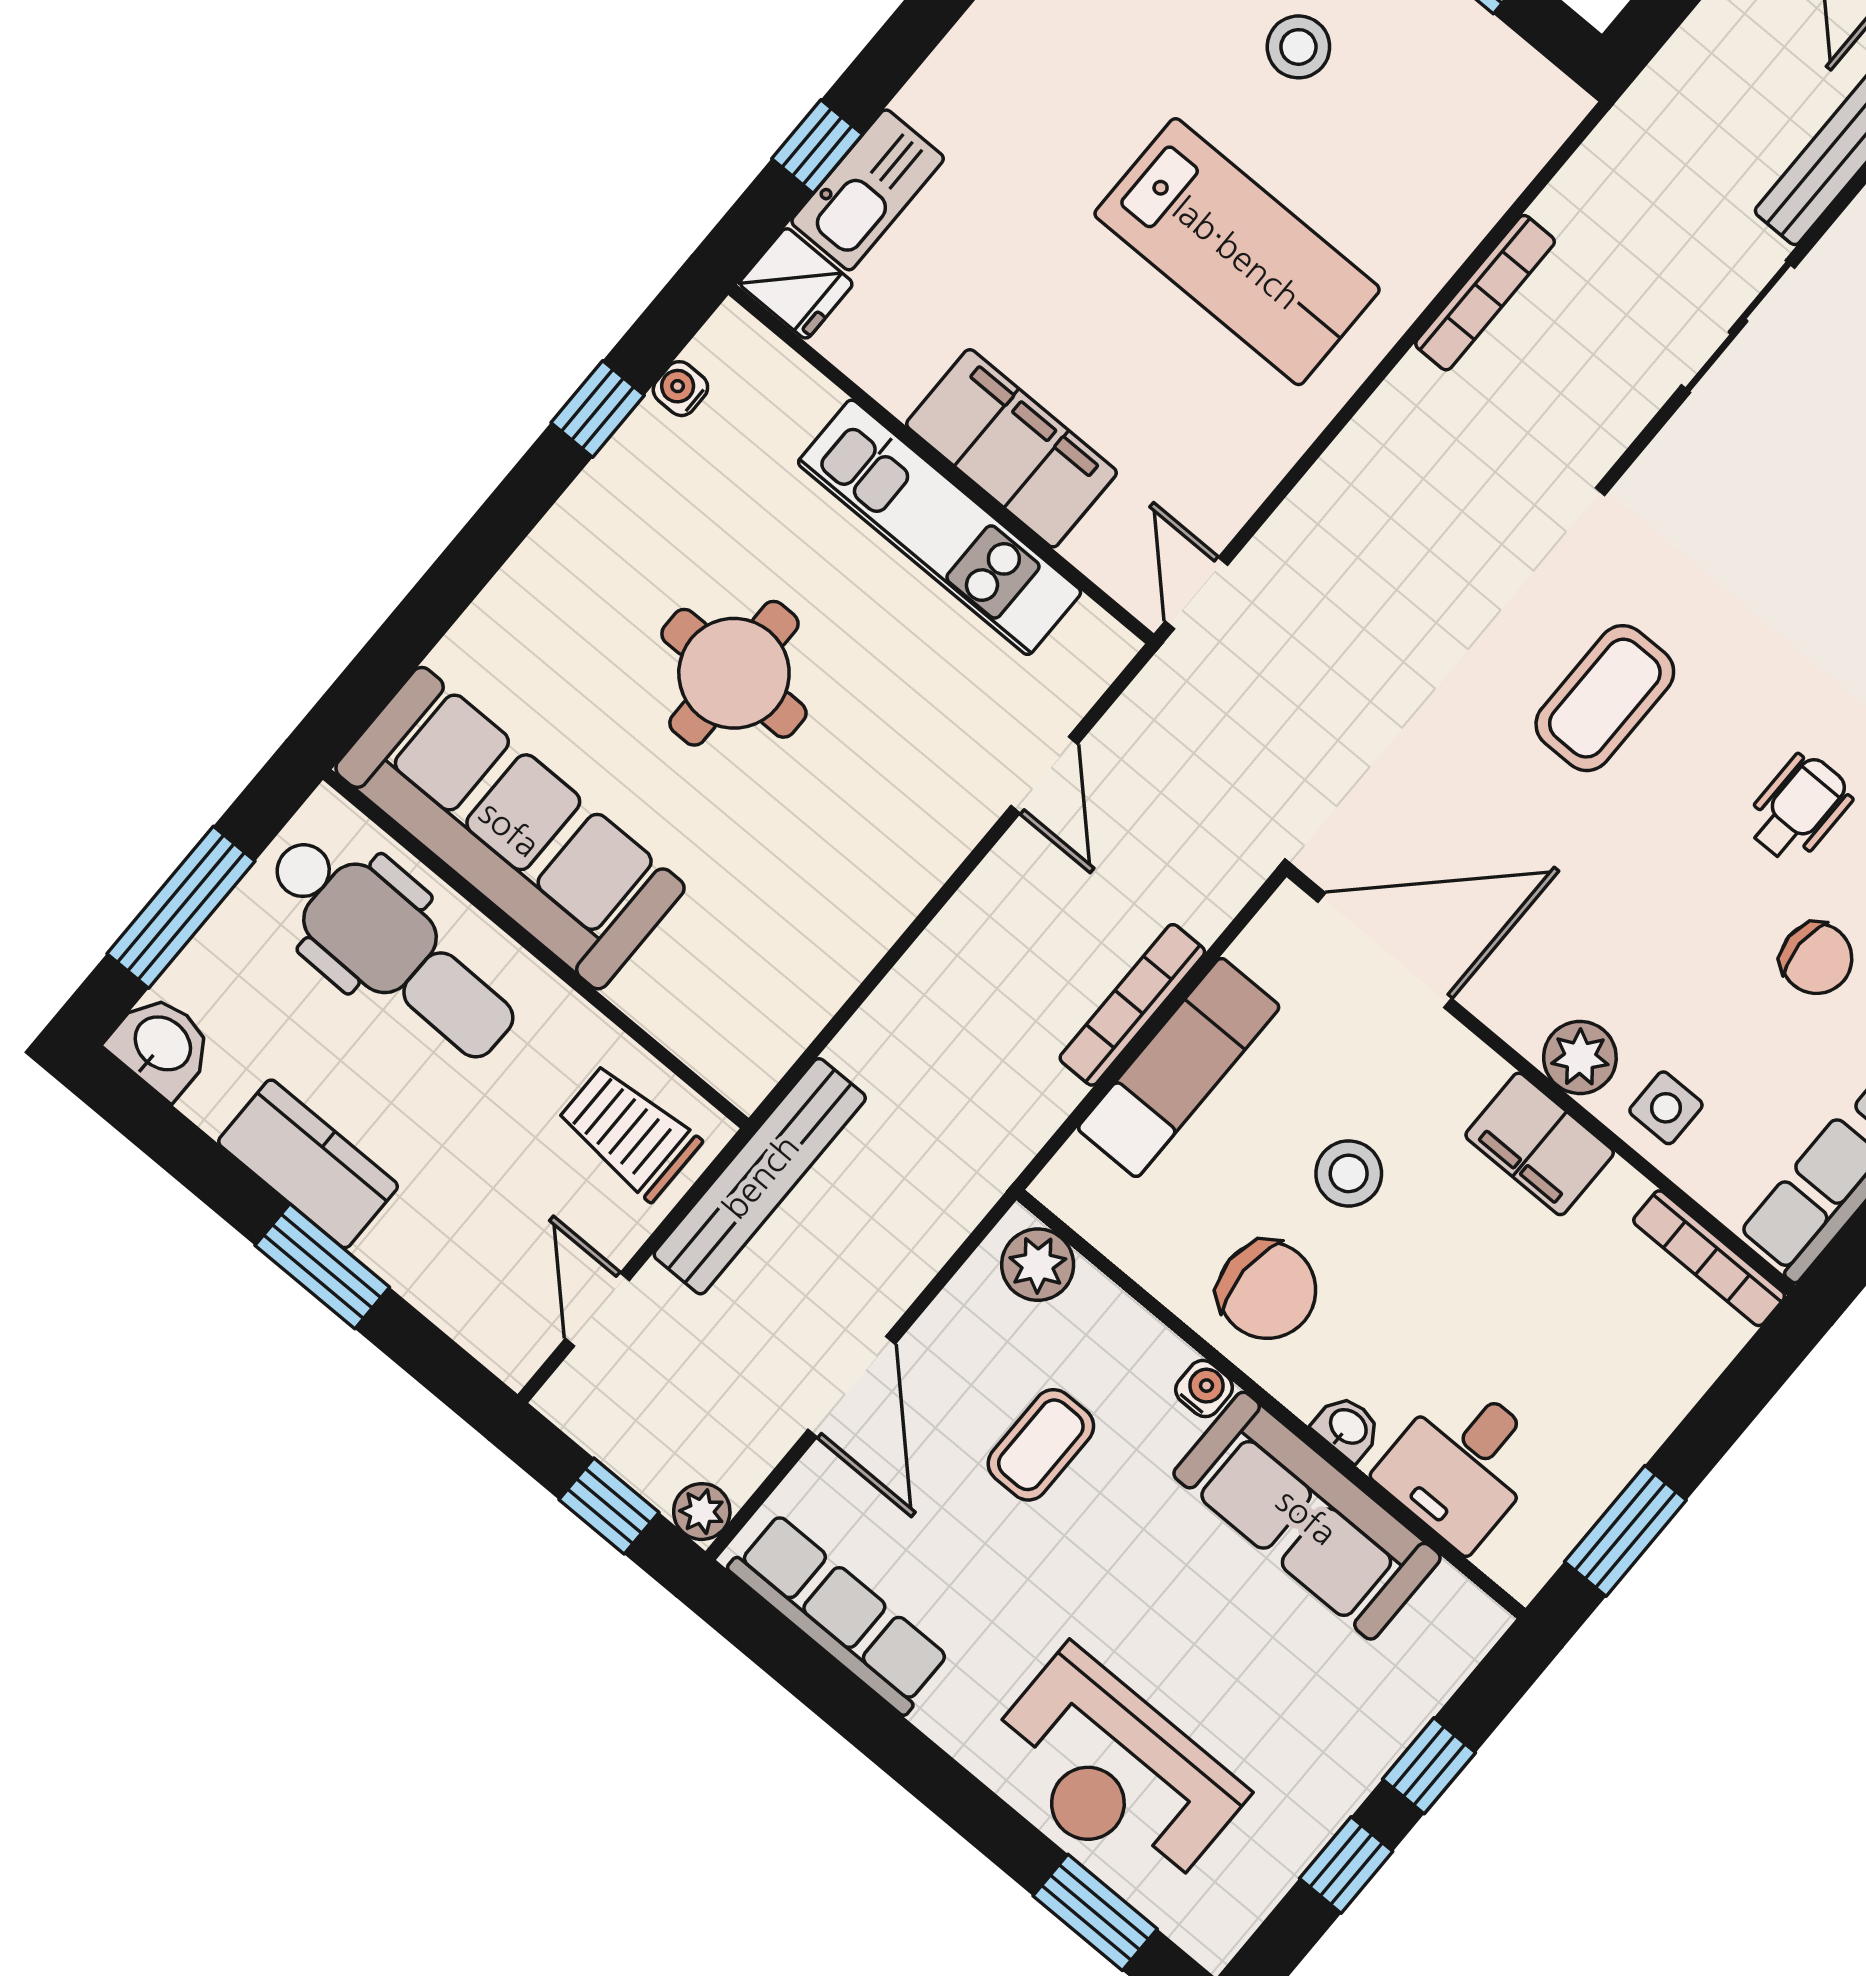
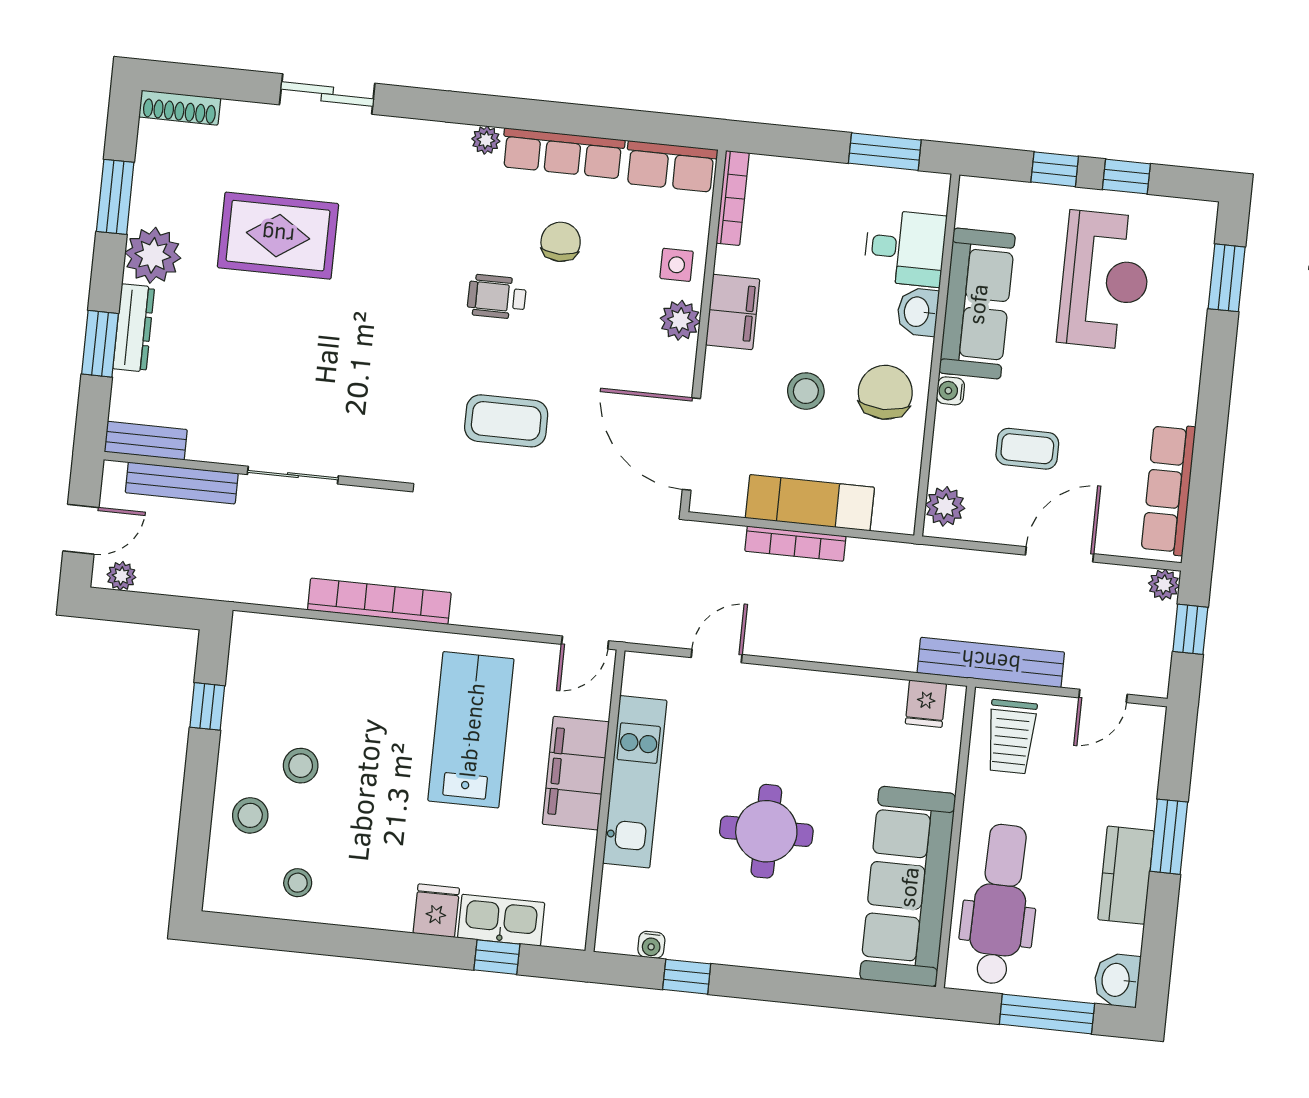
lab bench: (1237, 252) -> (471, 730), moved
fridge: (796, 283) -> (436, 911), moved
bookcase: (1485, 293) -> (379, 601), width x1.48, depth x1.31
fridge: (764, 1038) -> (926, 704), added
washbasin: (1347, 1428) -> (918, 312), width x1.38, depth x1.45
reception desk: (1113, 1773) -> (1105, 280), moved

